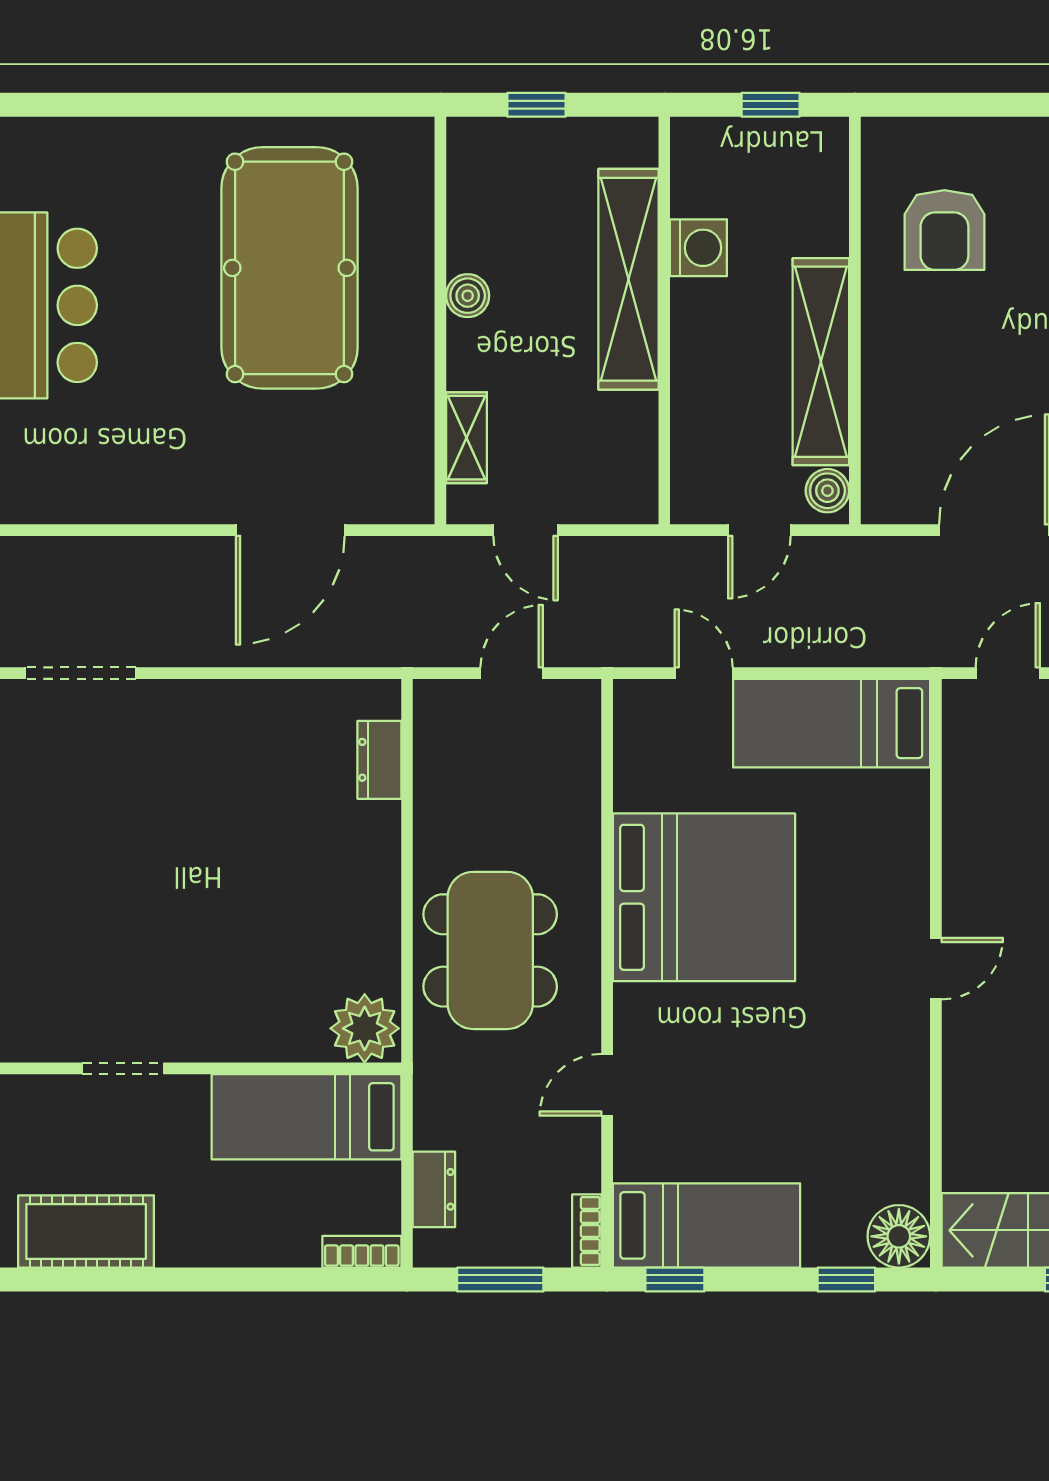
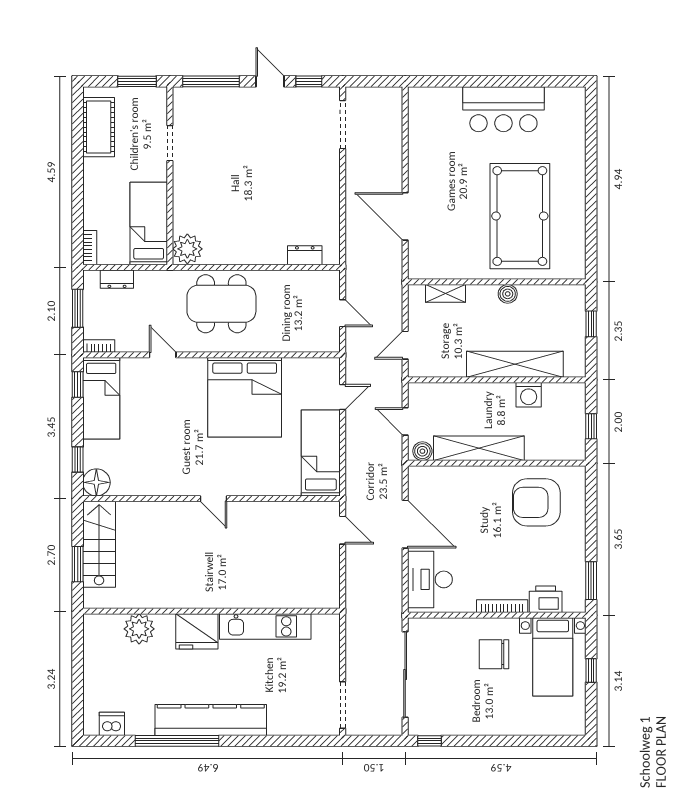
armchair: (944, 230) -> (536, 502), width x1.36, depth x1.36
pool table: (290, 268) -> (520, 216), turned 90
door: (526, 530) -> (405, 345), moved

